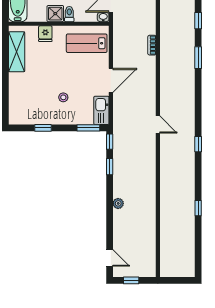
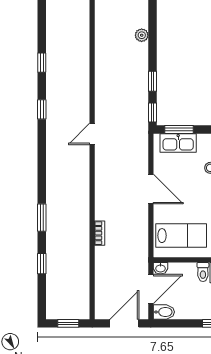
door: (111, 80) -> (151, 189), swing flipped
kitchen sink: (101, 110) -> (178, 143), moved, turned 90
door: (158, 125) -> (92, 134), hinge flipped
window: (198, 208) -> (42, 63), moved

